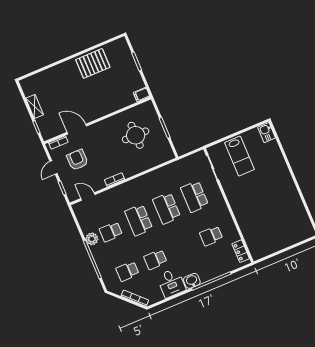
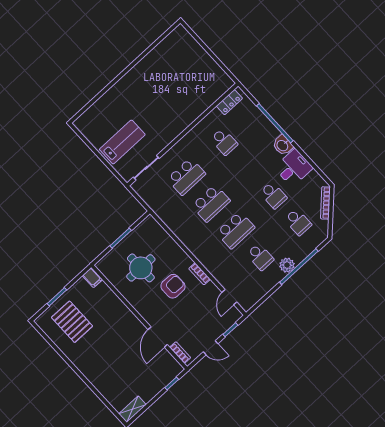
pallet: (93, 63) -> (72, 322), moved
shelving: (35, 106) -> (132, 409), moved
kitchen sink: (267, 133) -> (85, 121), removed
armchair: (77, 160) -> (173, 286), moved, turned 180
plant: (92, 239) -> (287, 265), moved

